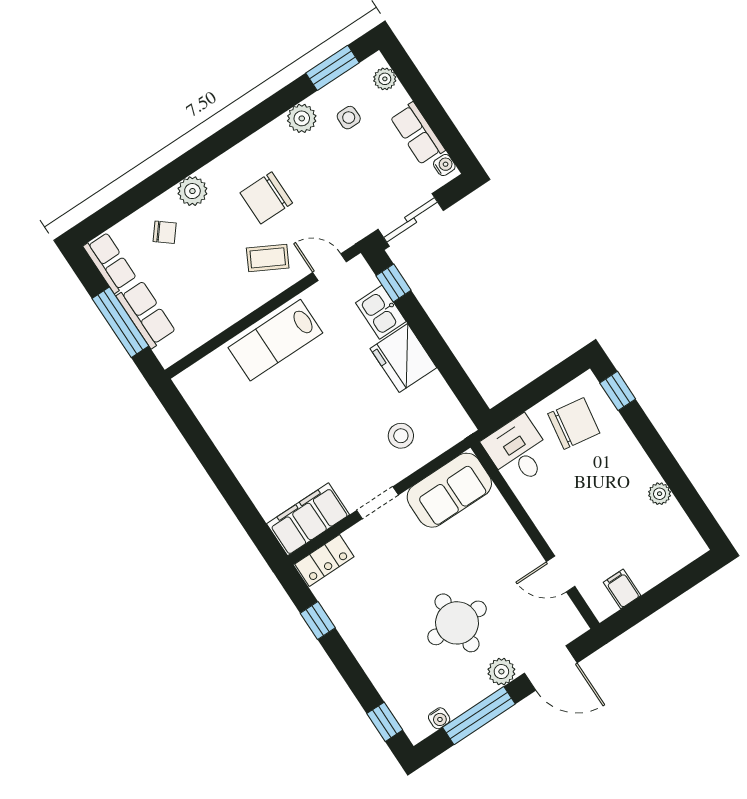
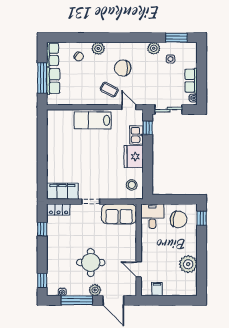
plant: (385, 79) -> (192, 54), removed
stool: (401, 436) -> (132, 185), moved
plant: (660, 494) -> (188, 264), width x1.87, depth x1.87

